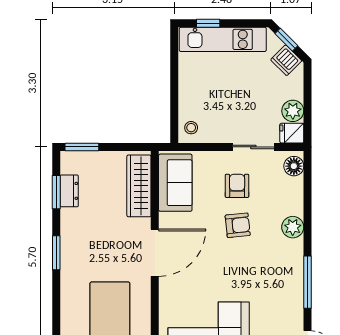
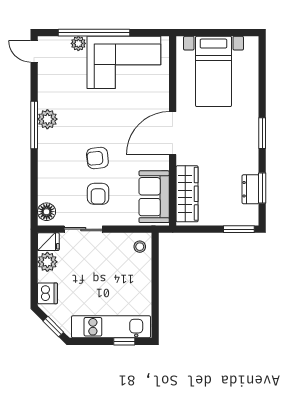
dishwasher: (286, 60) -> (47, 293), moved, turned 45
plant: (293, 227) -> (47, 119), moved
window: (308, 282) -> (34, 125), moved

